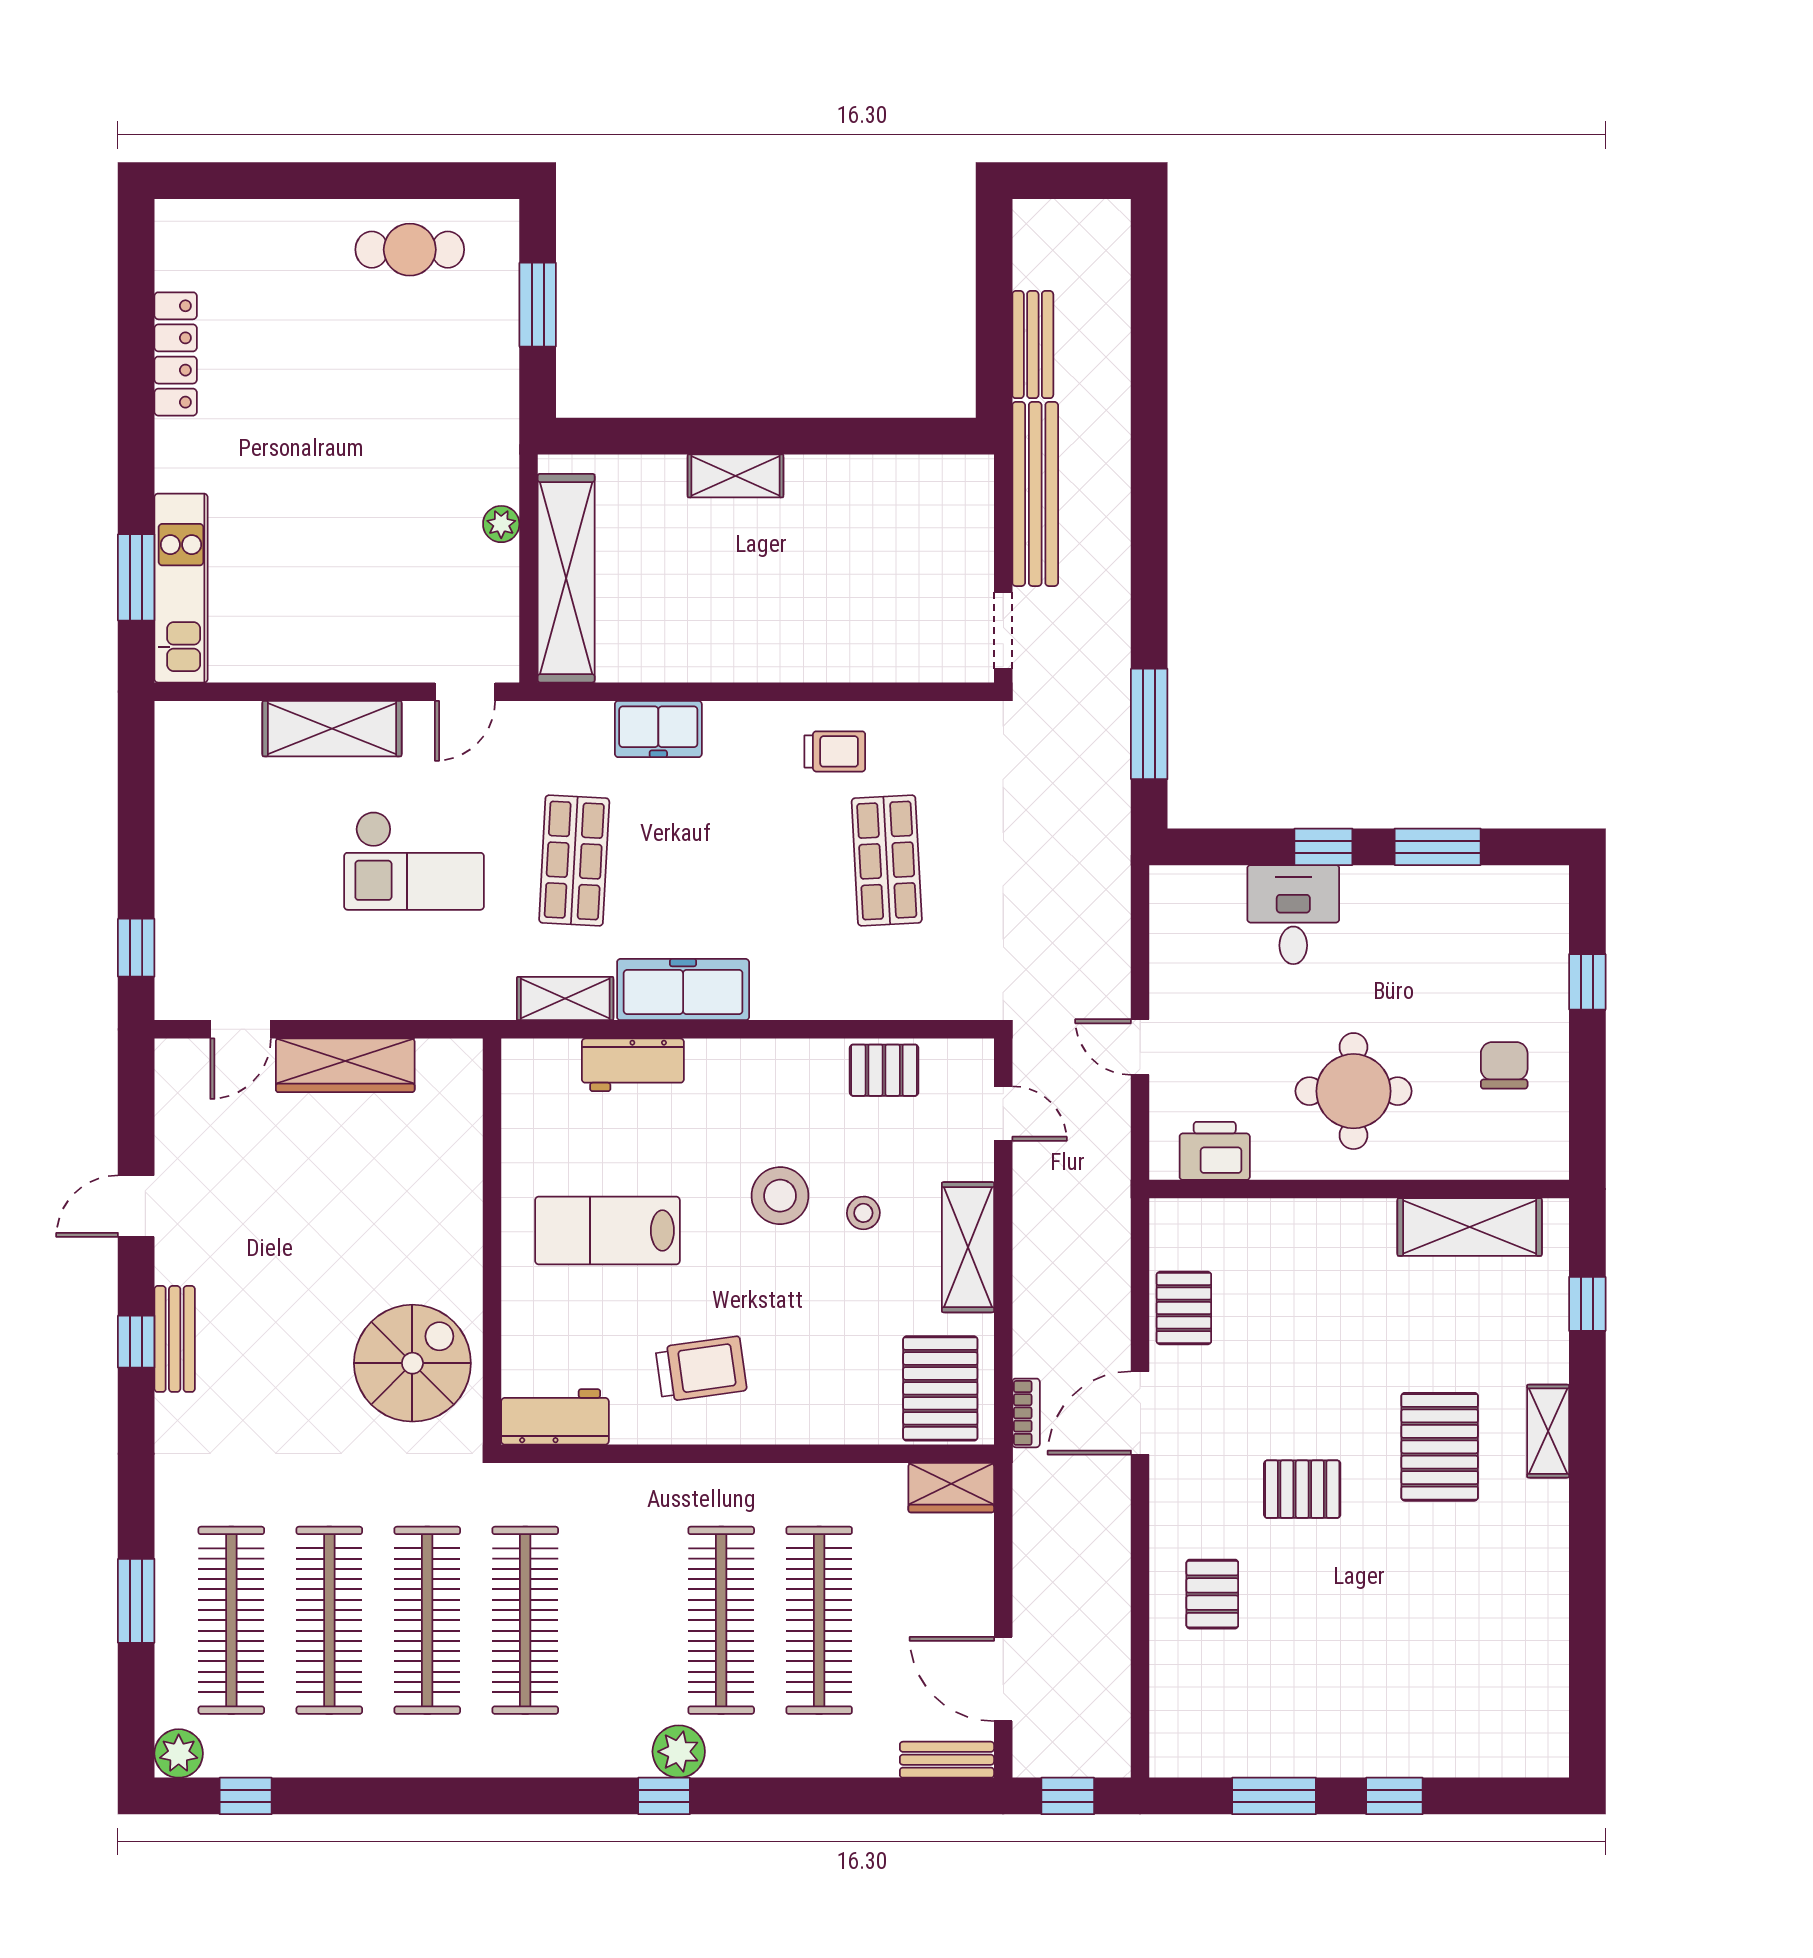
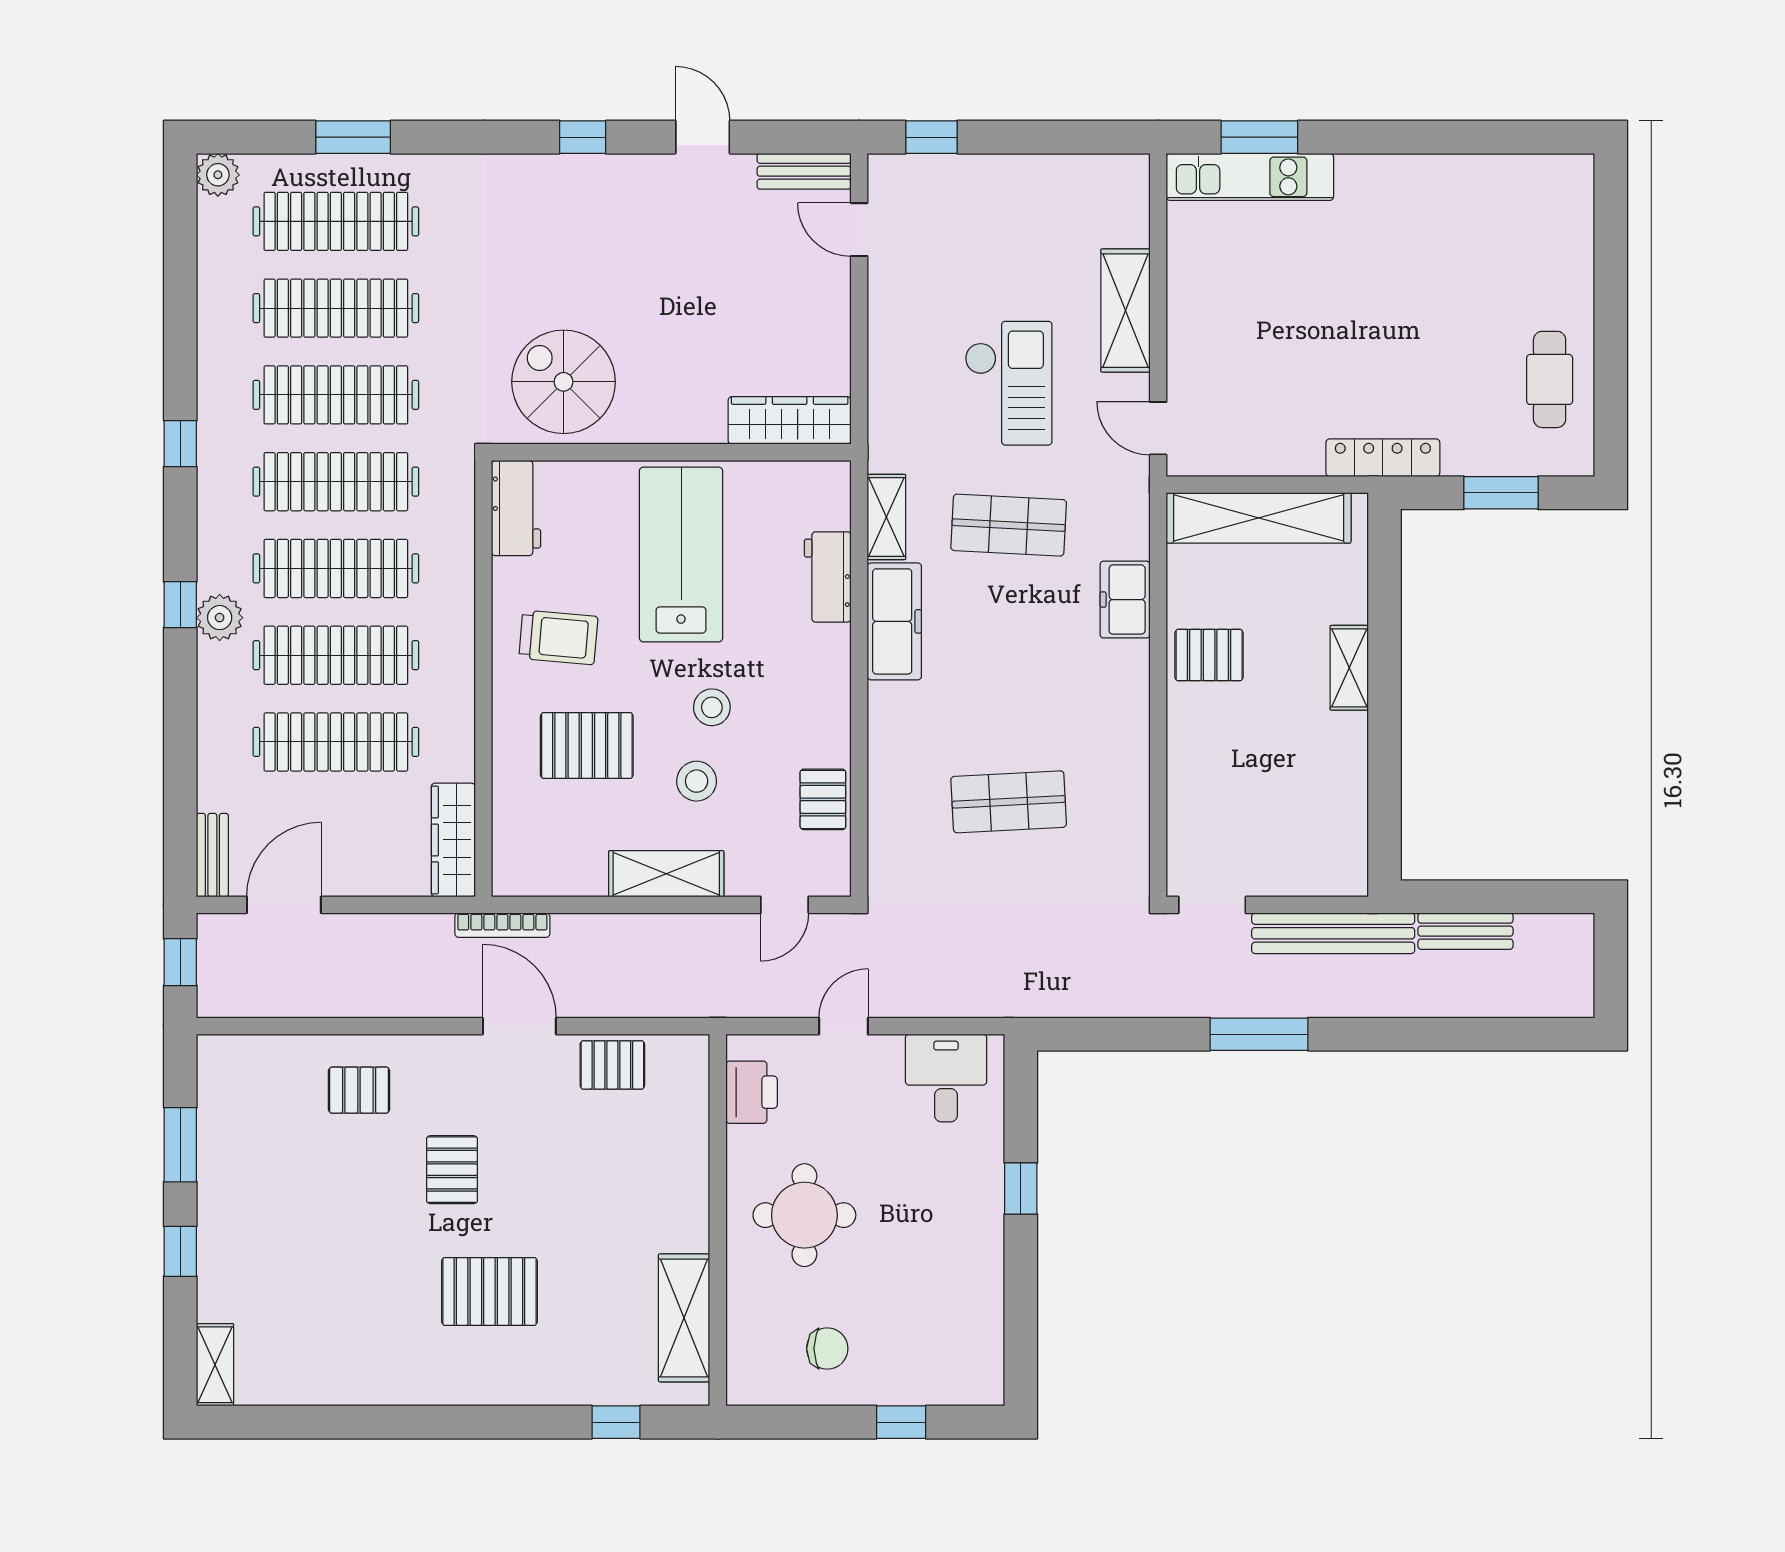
locker: (176, 354) -> (1383, 458), moved, turned 180
plant: (501, 524) -> (1307, 460), removed
pallet: (721, 634) -> (1209, 655), added
window: (1149, 724) -> (1259, 1034), moved
trolley: (835, 751) -> (1105, 756), removed
window: (1438, 847) -> (1021, 1290), removed
checkout: (414, 861) -> (1008, 383), turned 180
desk: (1293, 915) -> (946, 1078), moved, turned -90
wardrobe: (345, 1065) -> (790, 420), moved, turned 90
stool: (780, 1196) -> (712, 707), width x0.73, depth x0.73
stool: (863, 1213) -> (697, 781), width x1.37, depth x1.37
lab bench: (607, 1230) -> (681, 554), width x1.36, depth x1.39
bench: (175, 1339) -> (804, 171), moved
spiral stairs: (412, 1363) -> (564, 382), turned 180
trolley: (701, 1369) -> (558, 637), turned -77
pallet: (940, 1388) -> (587, 746), moved
bookcase: (1026, 1413) -> (502, 925), width x1.56
shelving: (1548, 1431) -> (215, 1365), moved, turned 90
wardrobe: (951, 1488) -> (453, 840), width x1.50
clothes rail: (623, 1620) -> (336, 568), added
window: (246, 1796) -> (180, 444), moved

